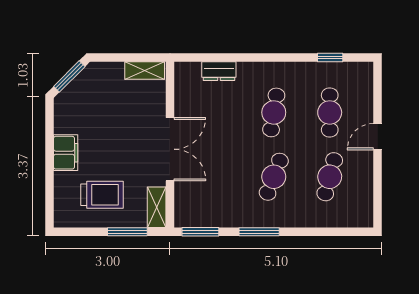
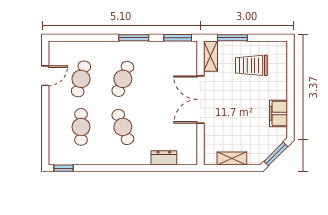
window: (330, 57) -> (63, 168), moved
shelving: (145, 70) -> (232, 158), moved
cafe table: (274, 112) -> (123, 127), turned -30
door: (378, 137) -> (45, 76), moved
filing cabinet: (66, 153) -> (278, 113), moved

